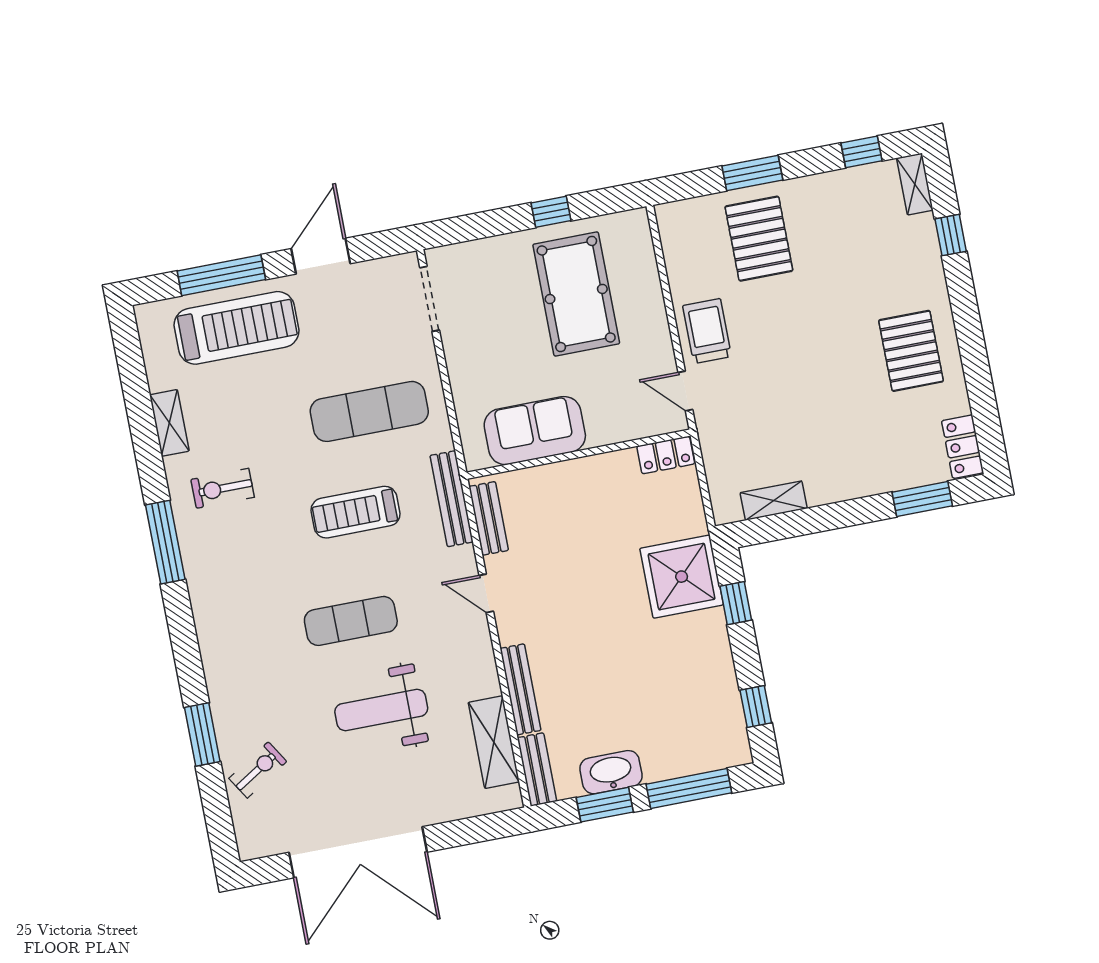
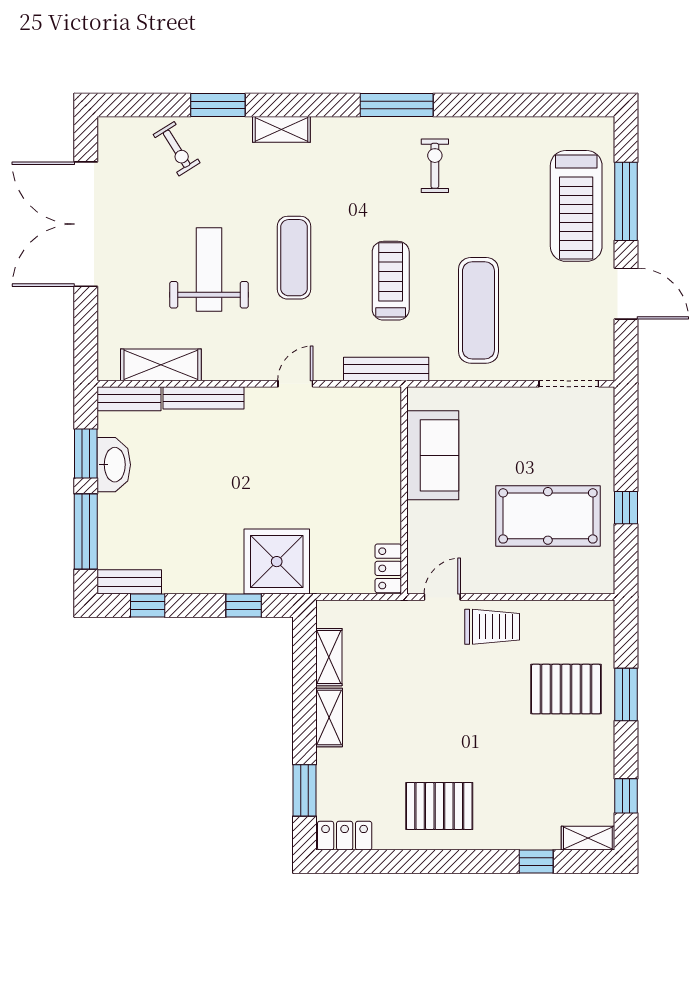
shelving: (169, 423) -> (281, 129), moved
shelving: (839, 488) -> (329, 717), added
bench: (489, 518) -> (129, 582), moved

